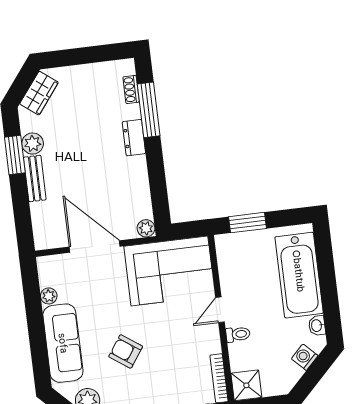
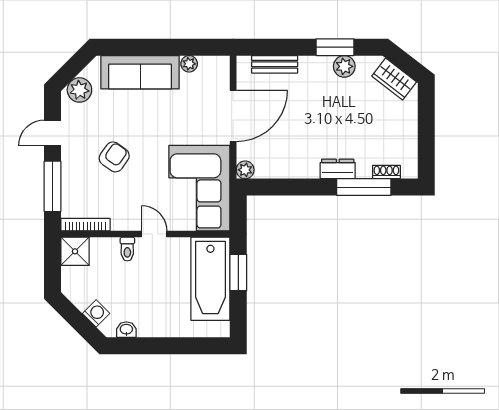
bench: (35, 178) -> (275, 64), moved
bathtub: (299, 275) -> (210, 279), moved, turned -90
armchair: (126, 351) -> (114, 157), moved

